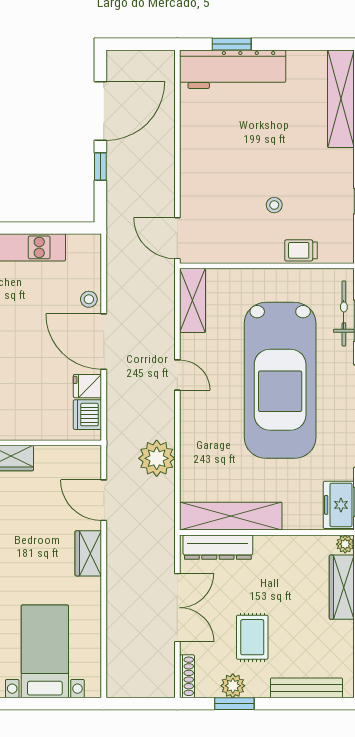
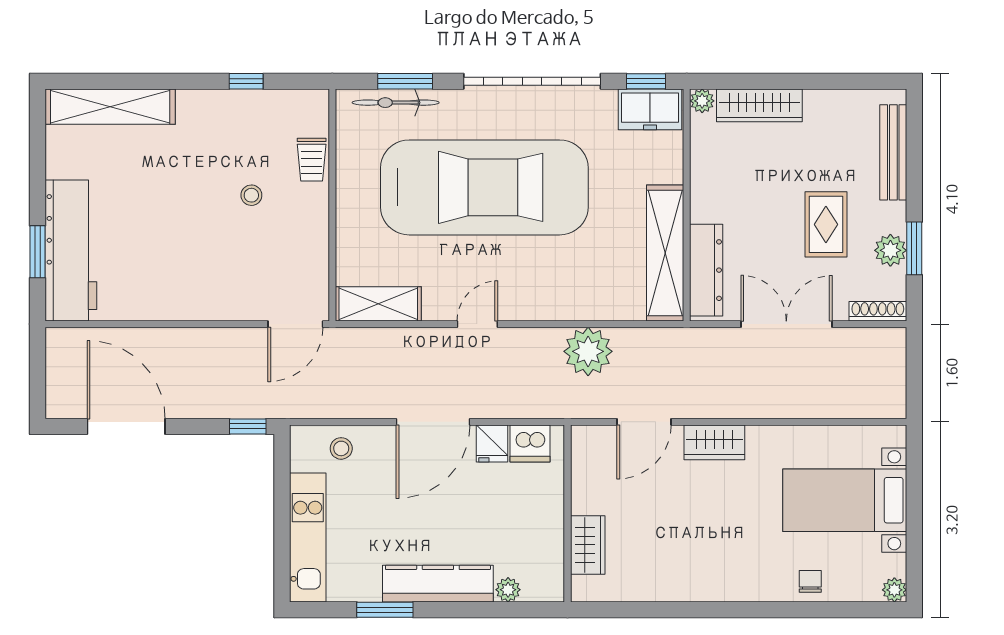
window: (100, 167) -> (248, 426), moved
stool: (89, 299) -> (341, 448), moved
rug: (252, 637) -> (826, 224), turned 90

